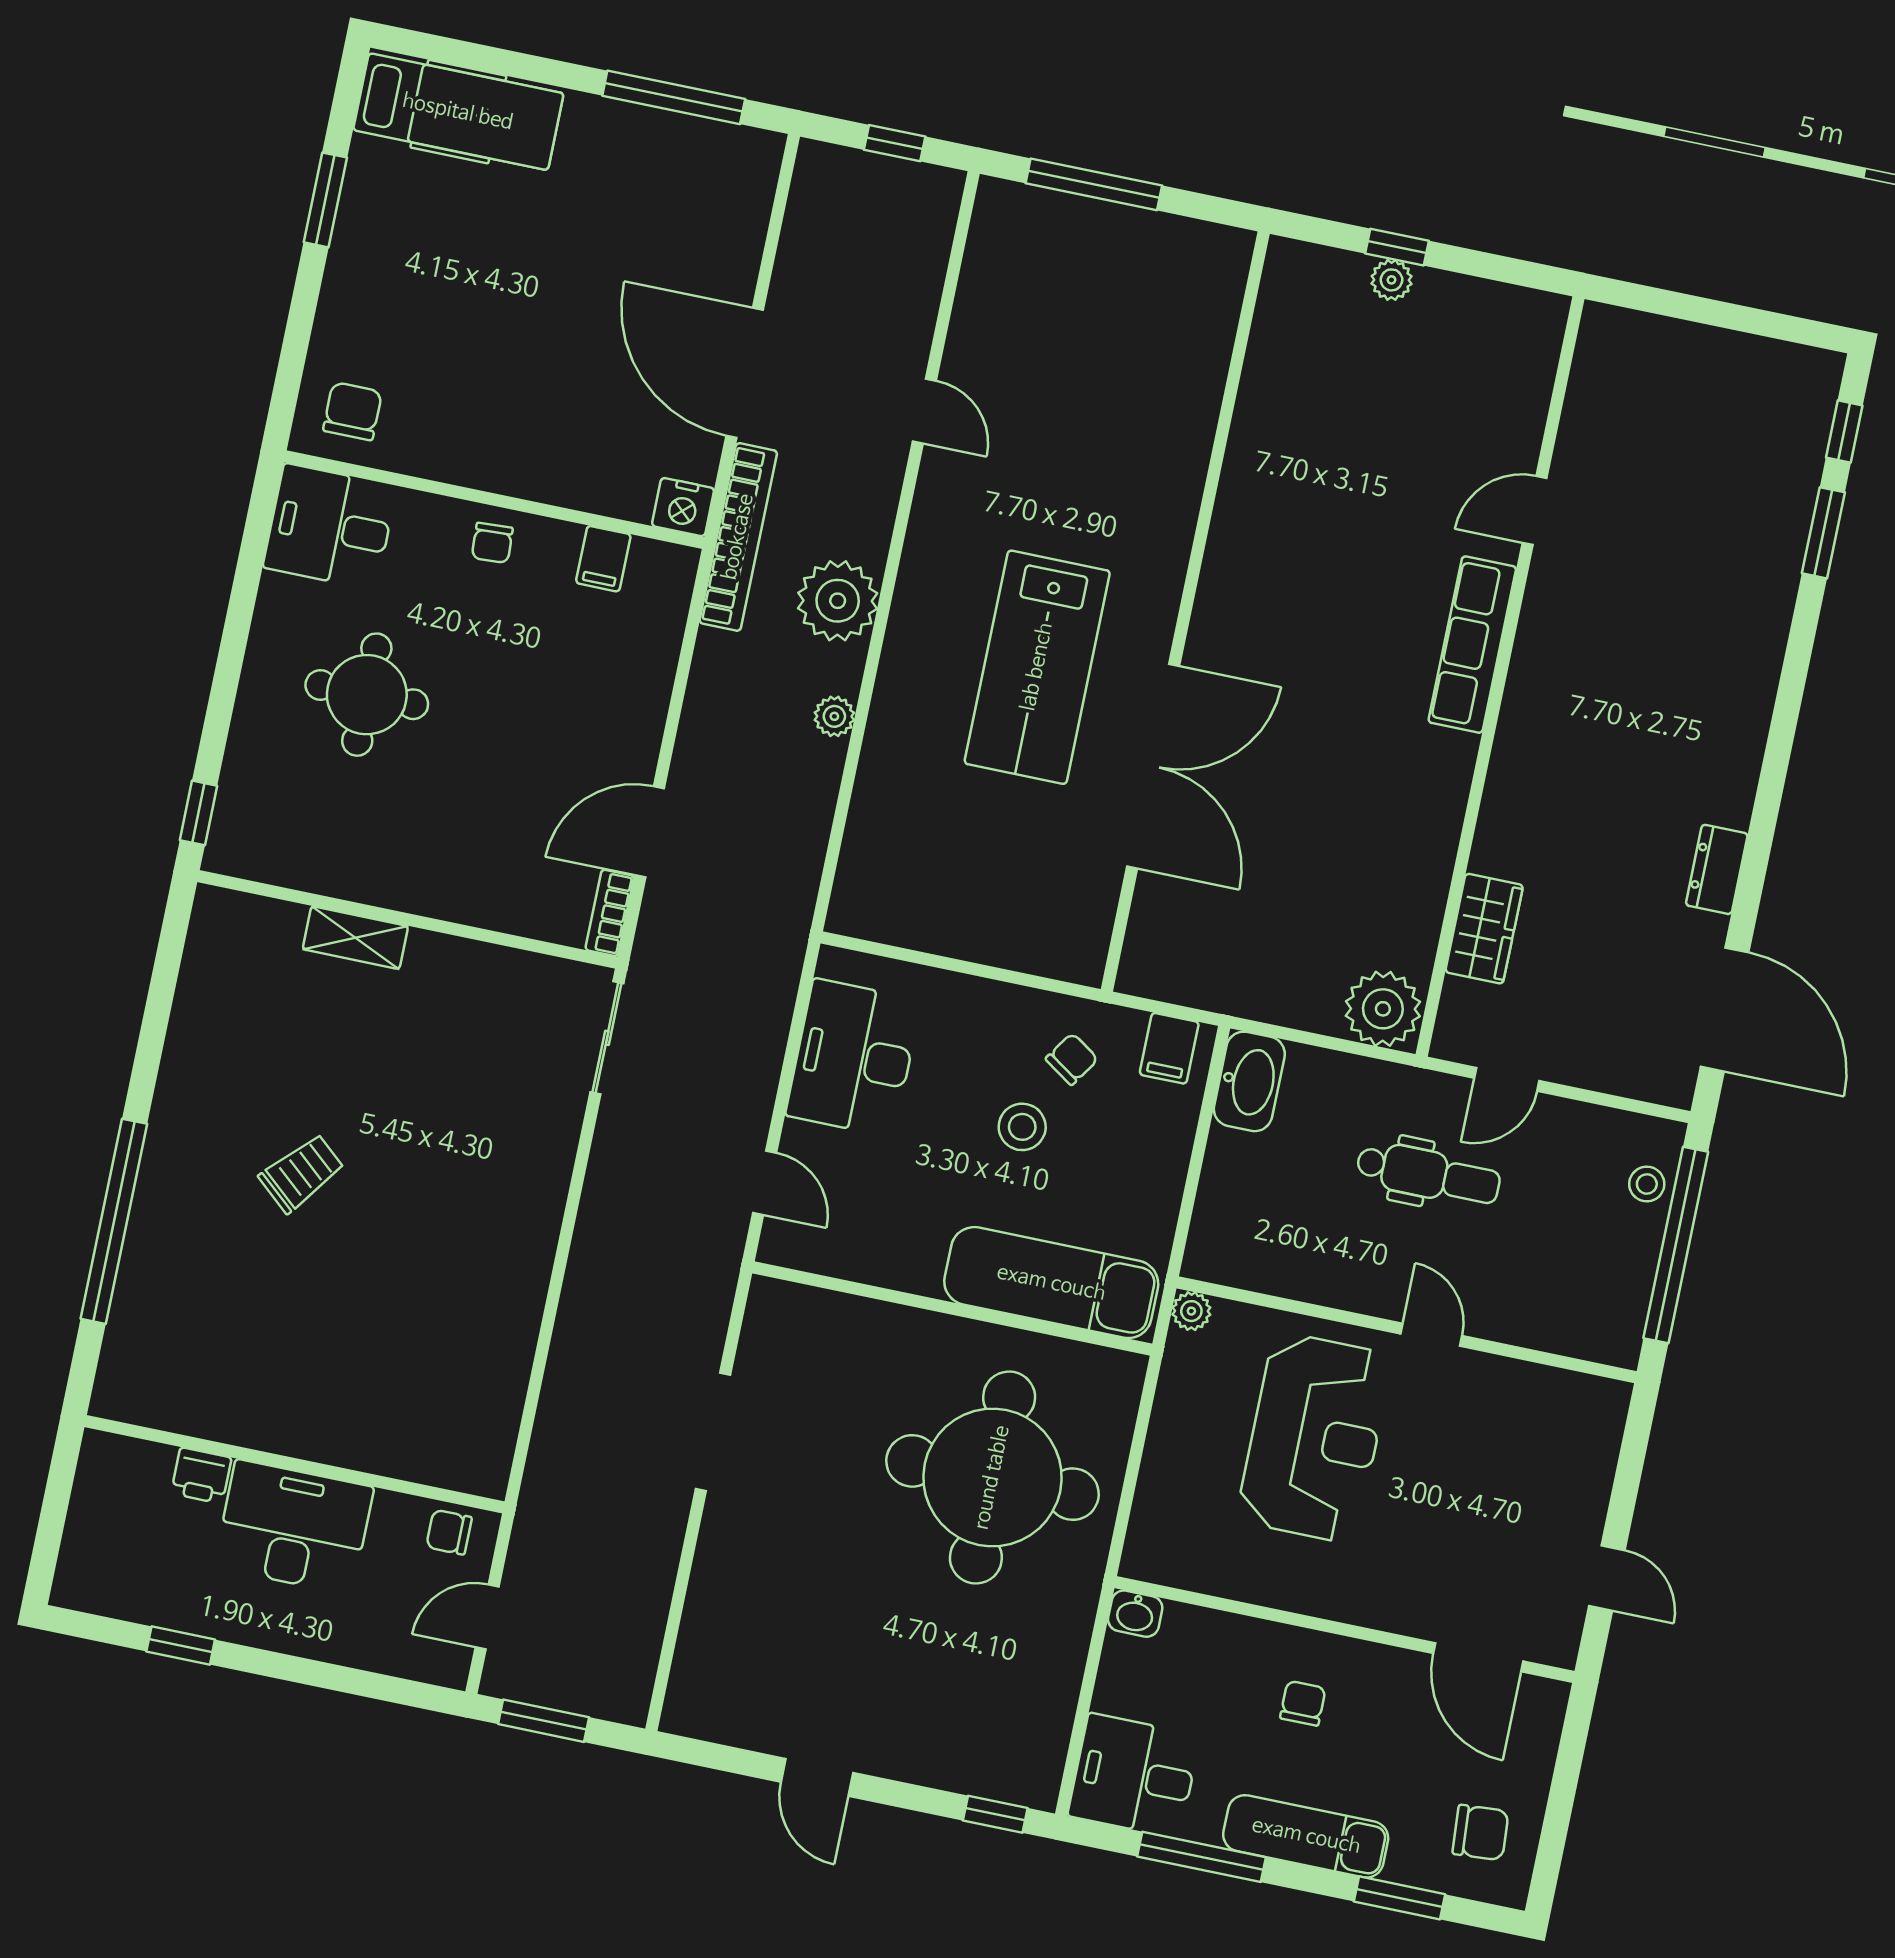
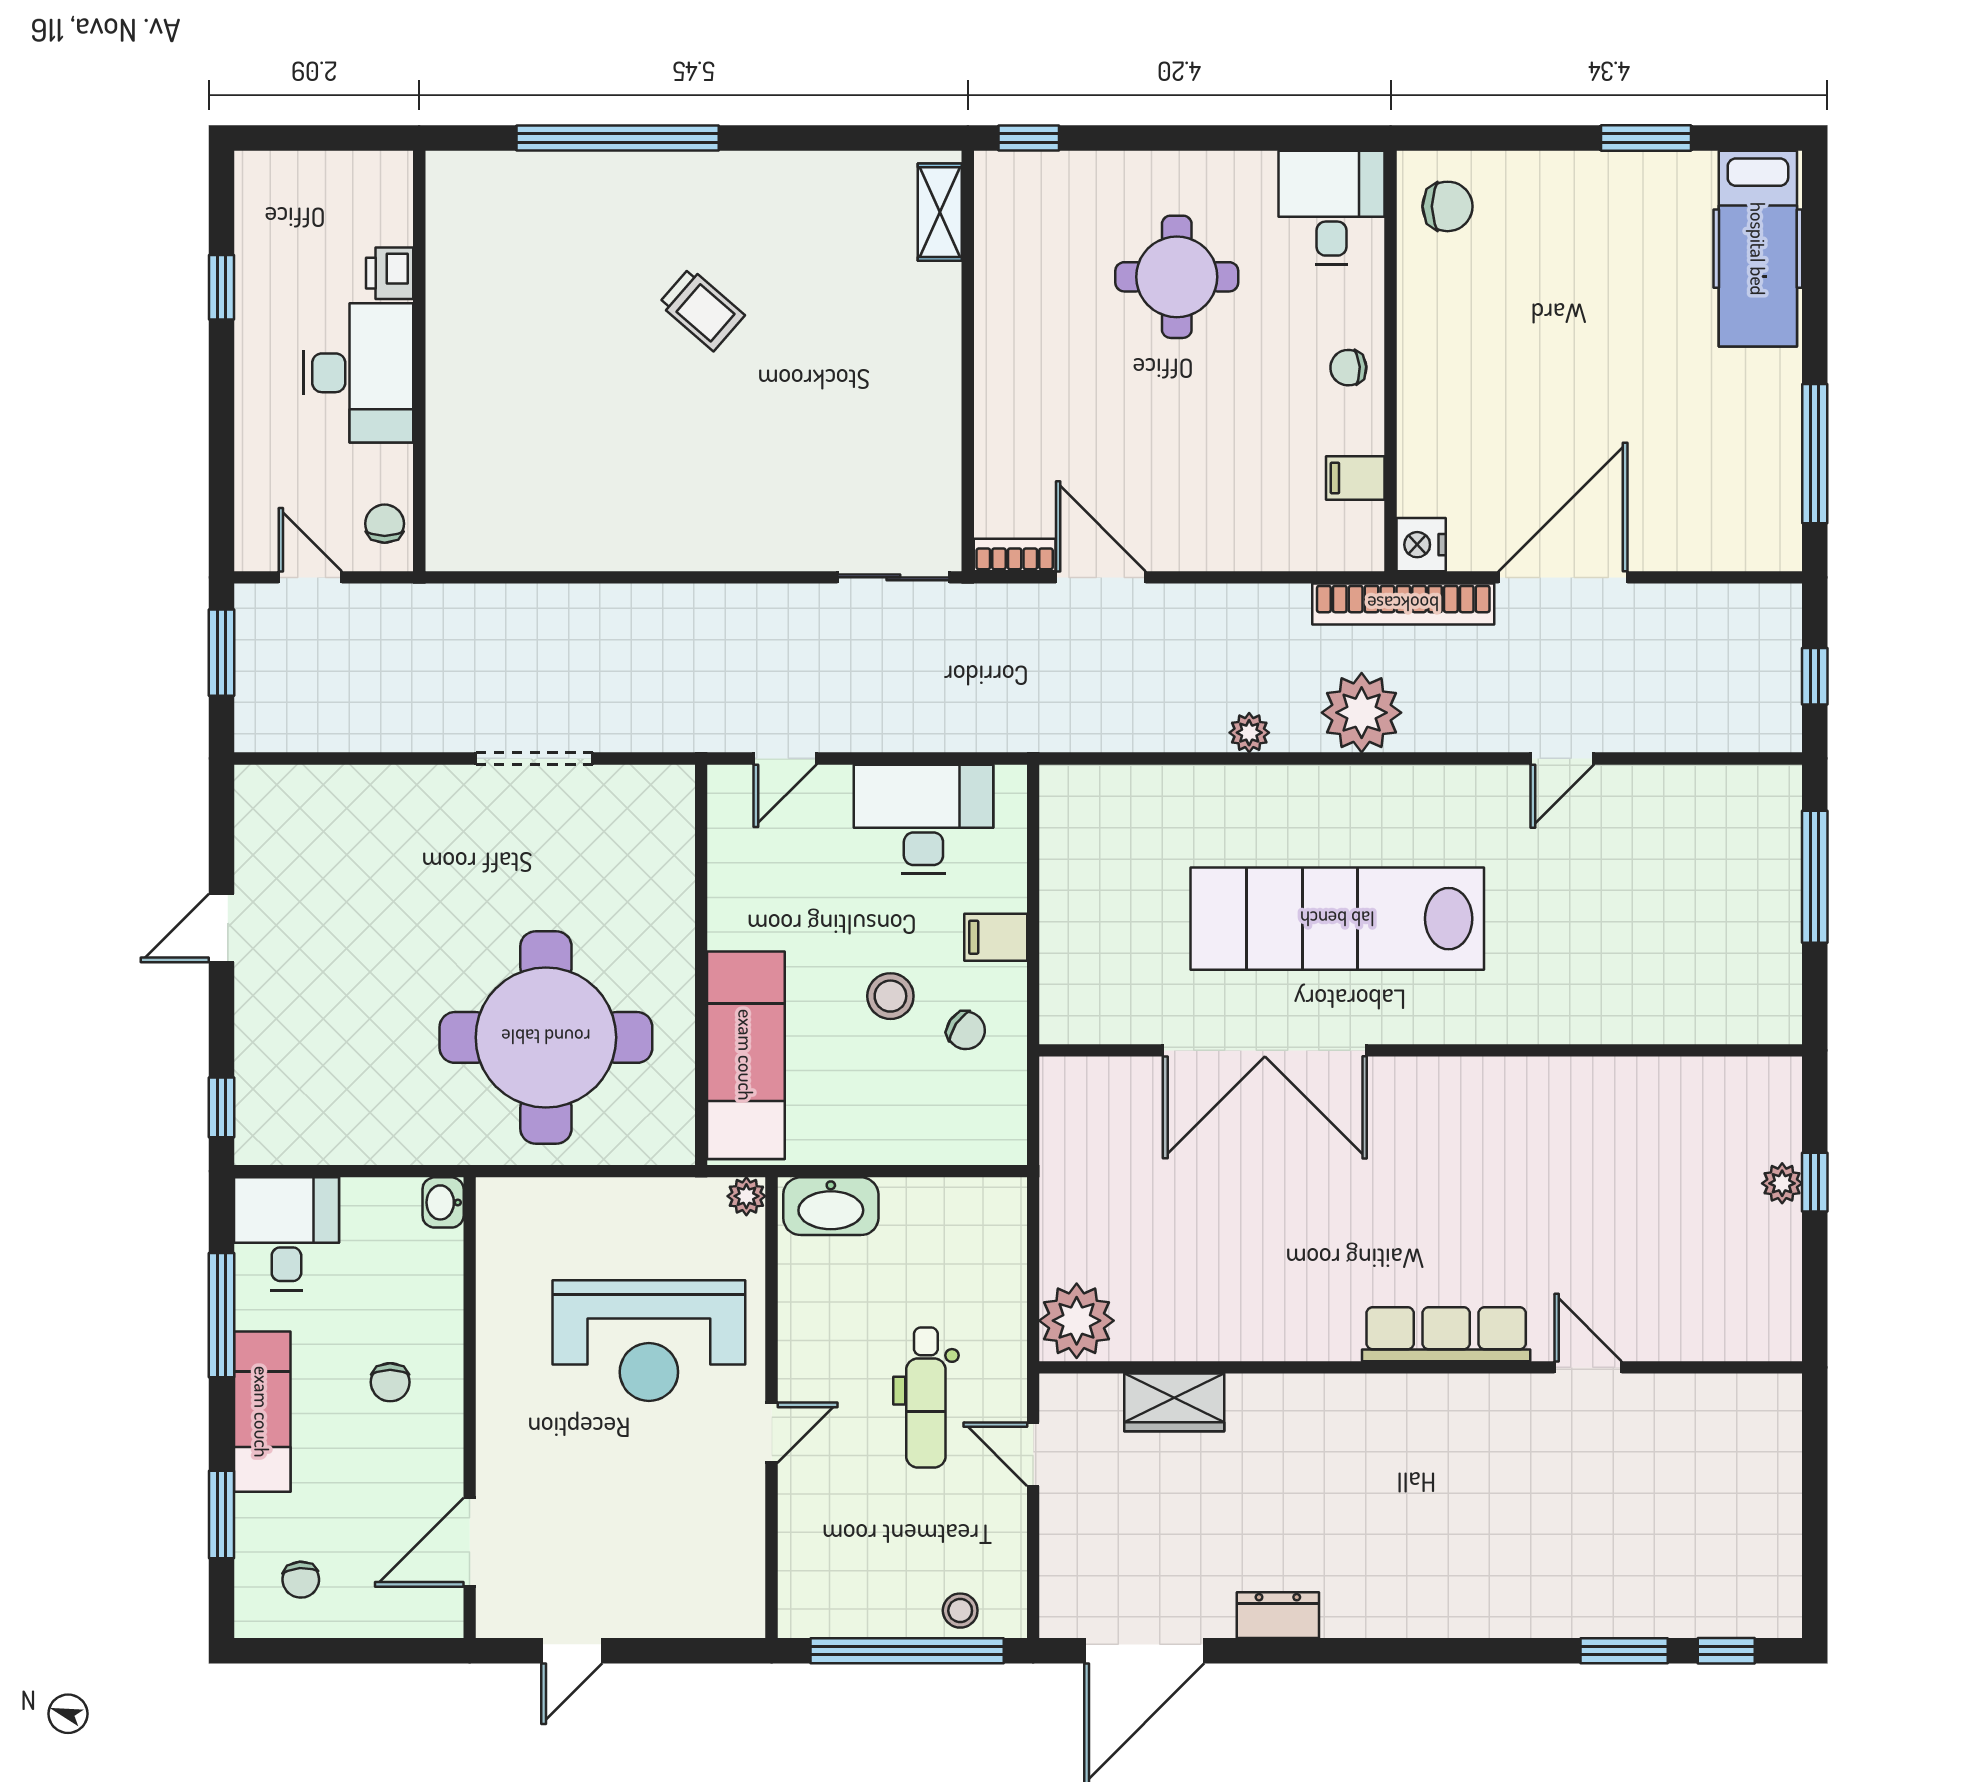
lab bench: (1037, 667) -> (1337, 919), width x1.36
shelving: (355, 938) -> (940, 212), moved
filing cabinet: (1169, 1048) -> (996, 937), moved
washbasin: (1249, 1081) -> (831, 1206), moved
chair: (1303, 1703) -> (390, 1382), turned 90
chair: (1481, 1833) -> (301, 1580), width x0.73, depth x0.73

